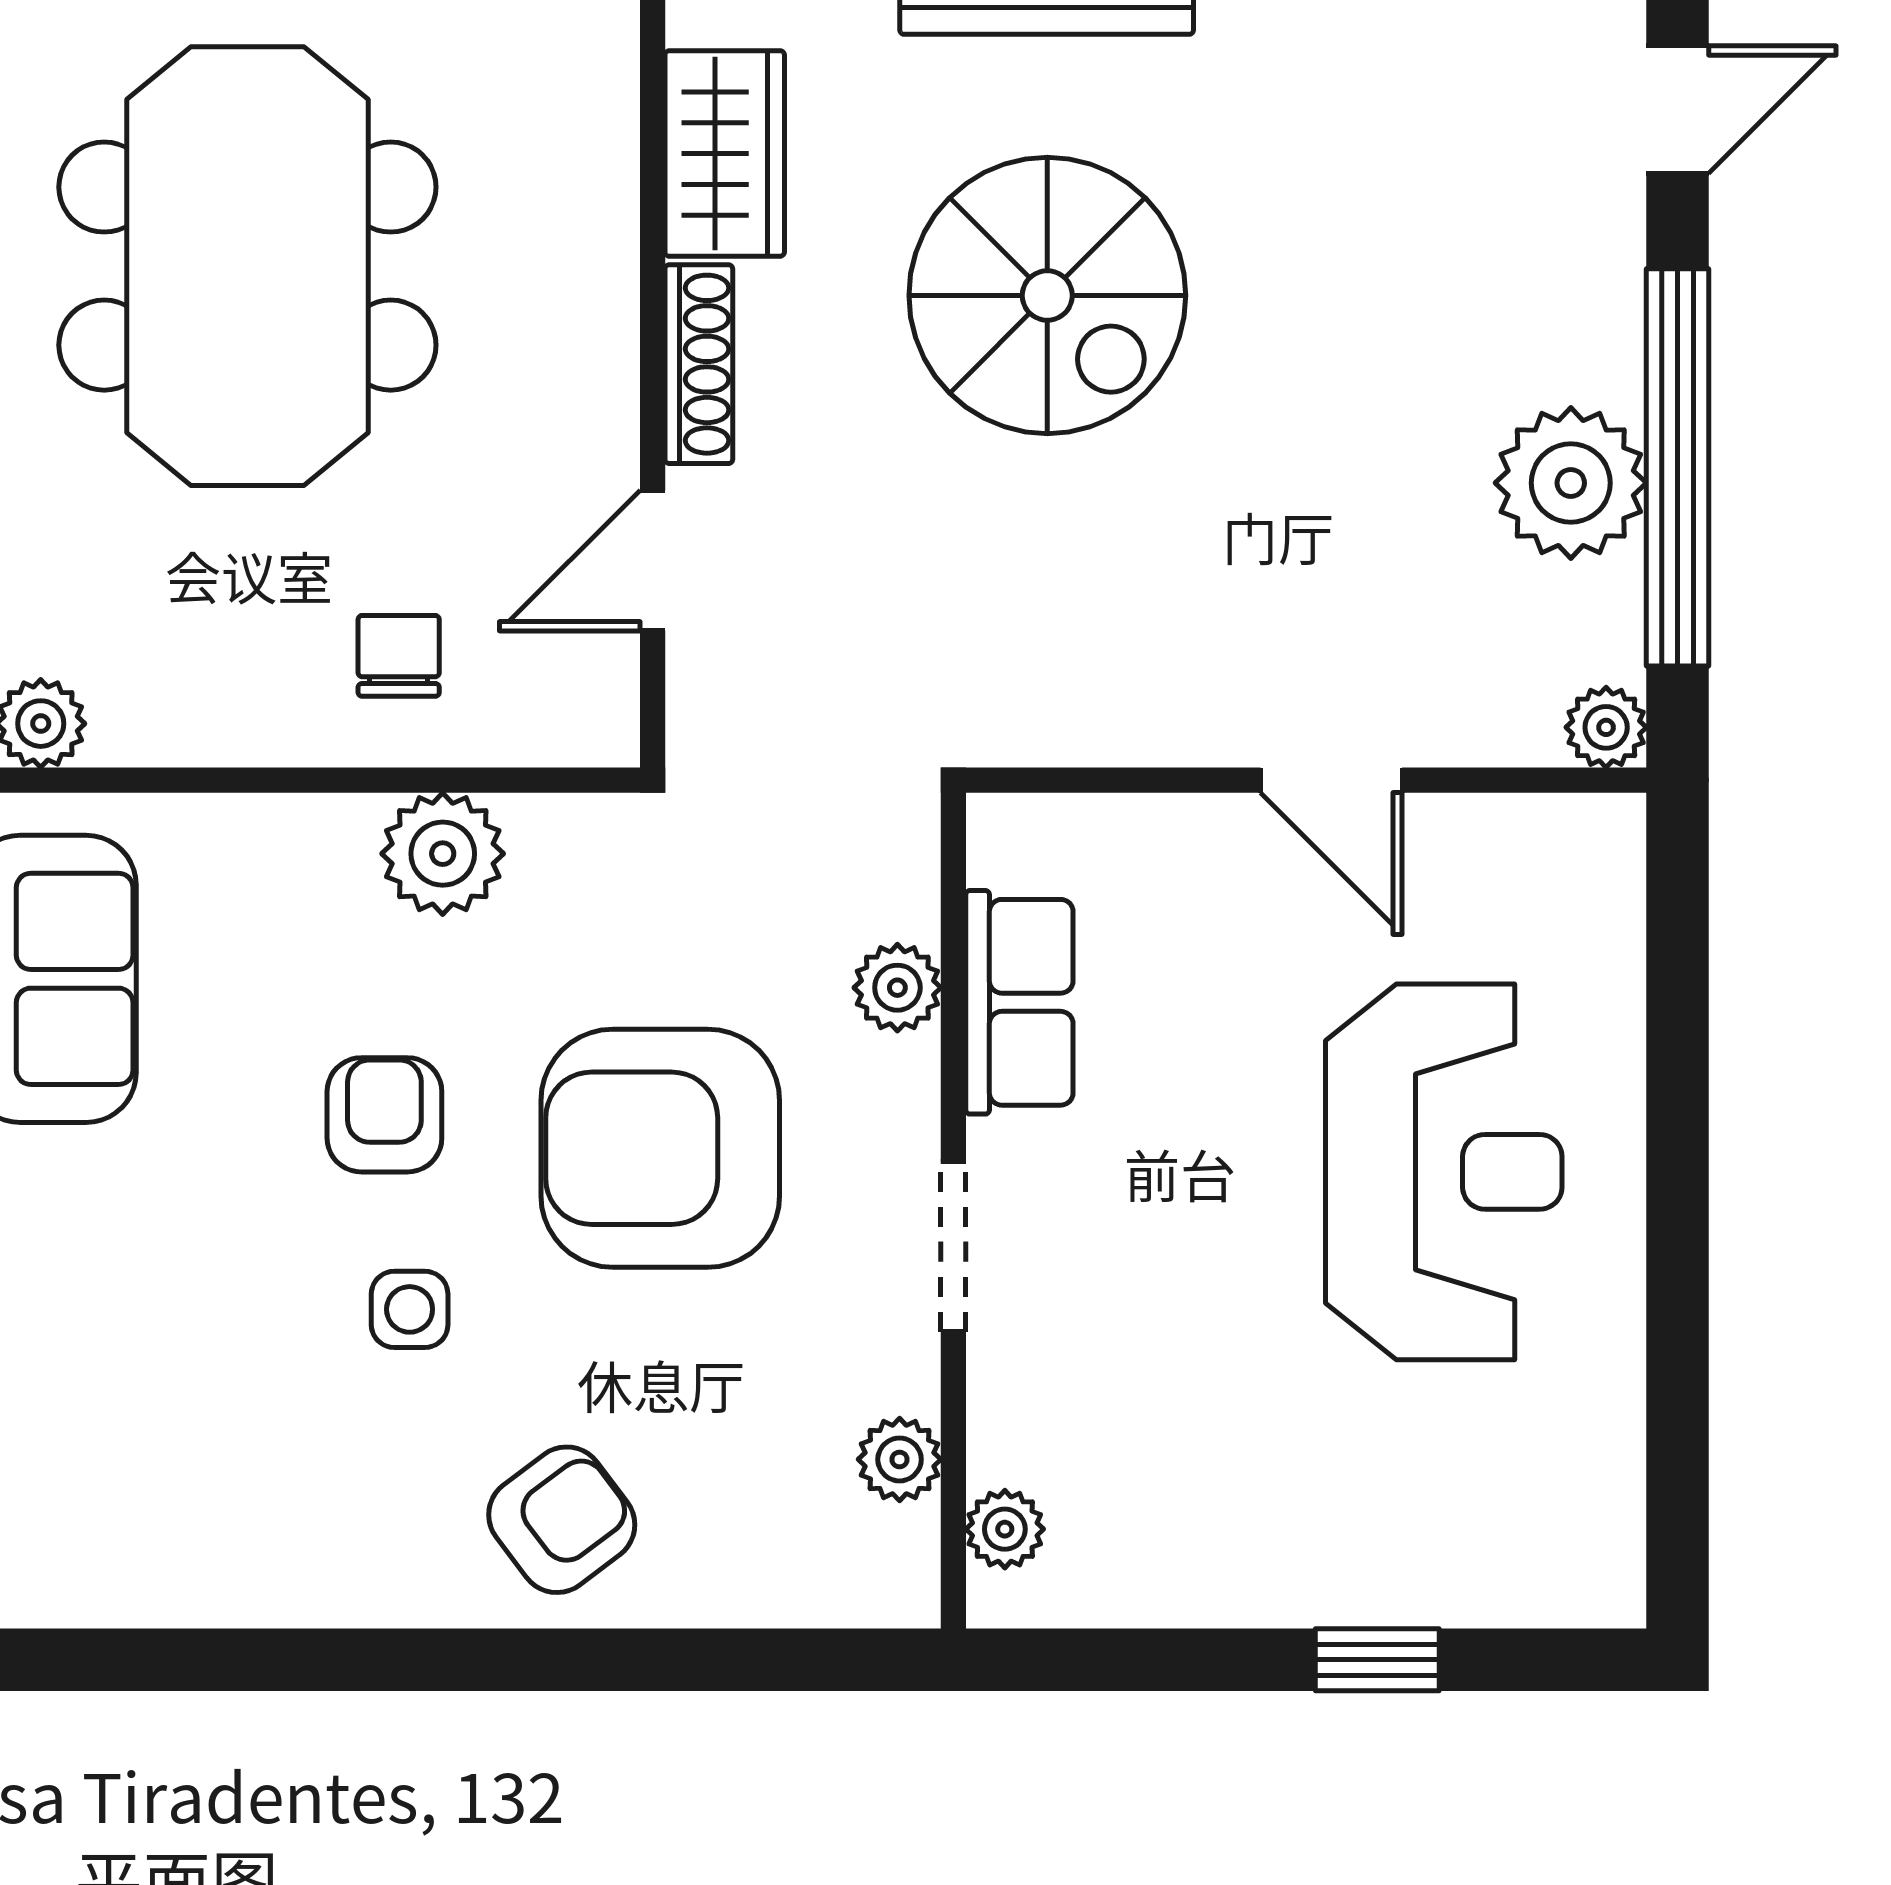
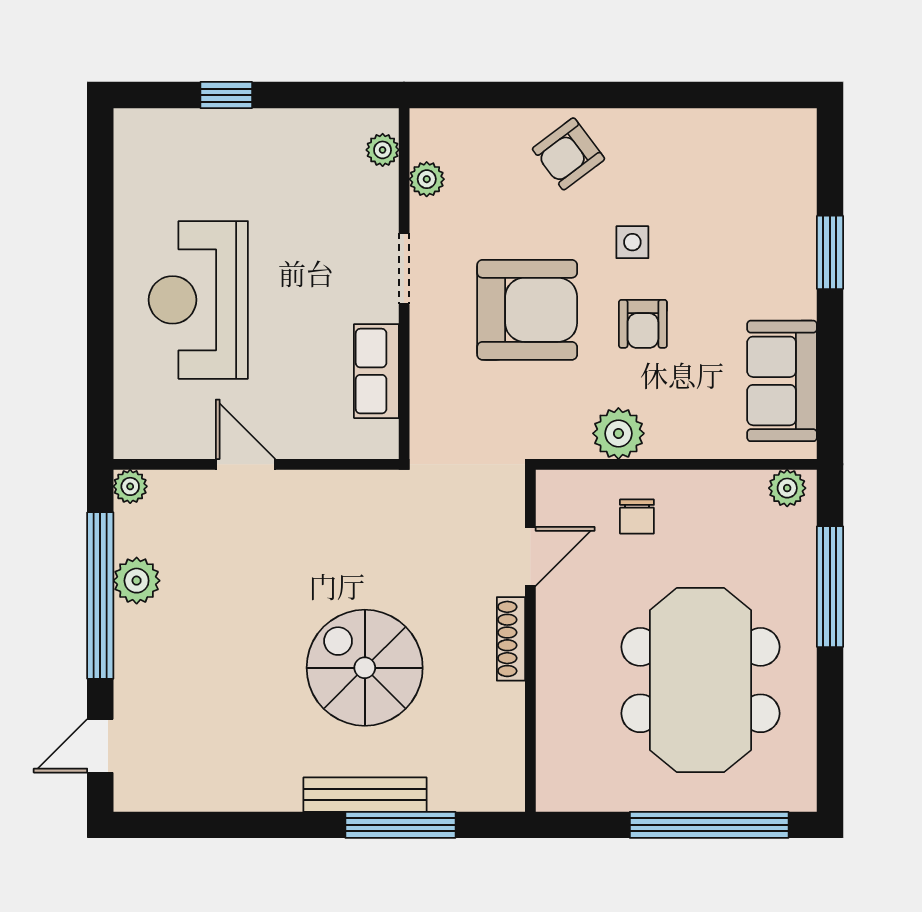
wardrobe: (725, 153) -> (500, 727), removed
plant: (1571, 483) -> (137, 581), width x0.73, depth x0.73
plant: (897, 988) -> (428, 377), removed

